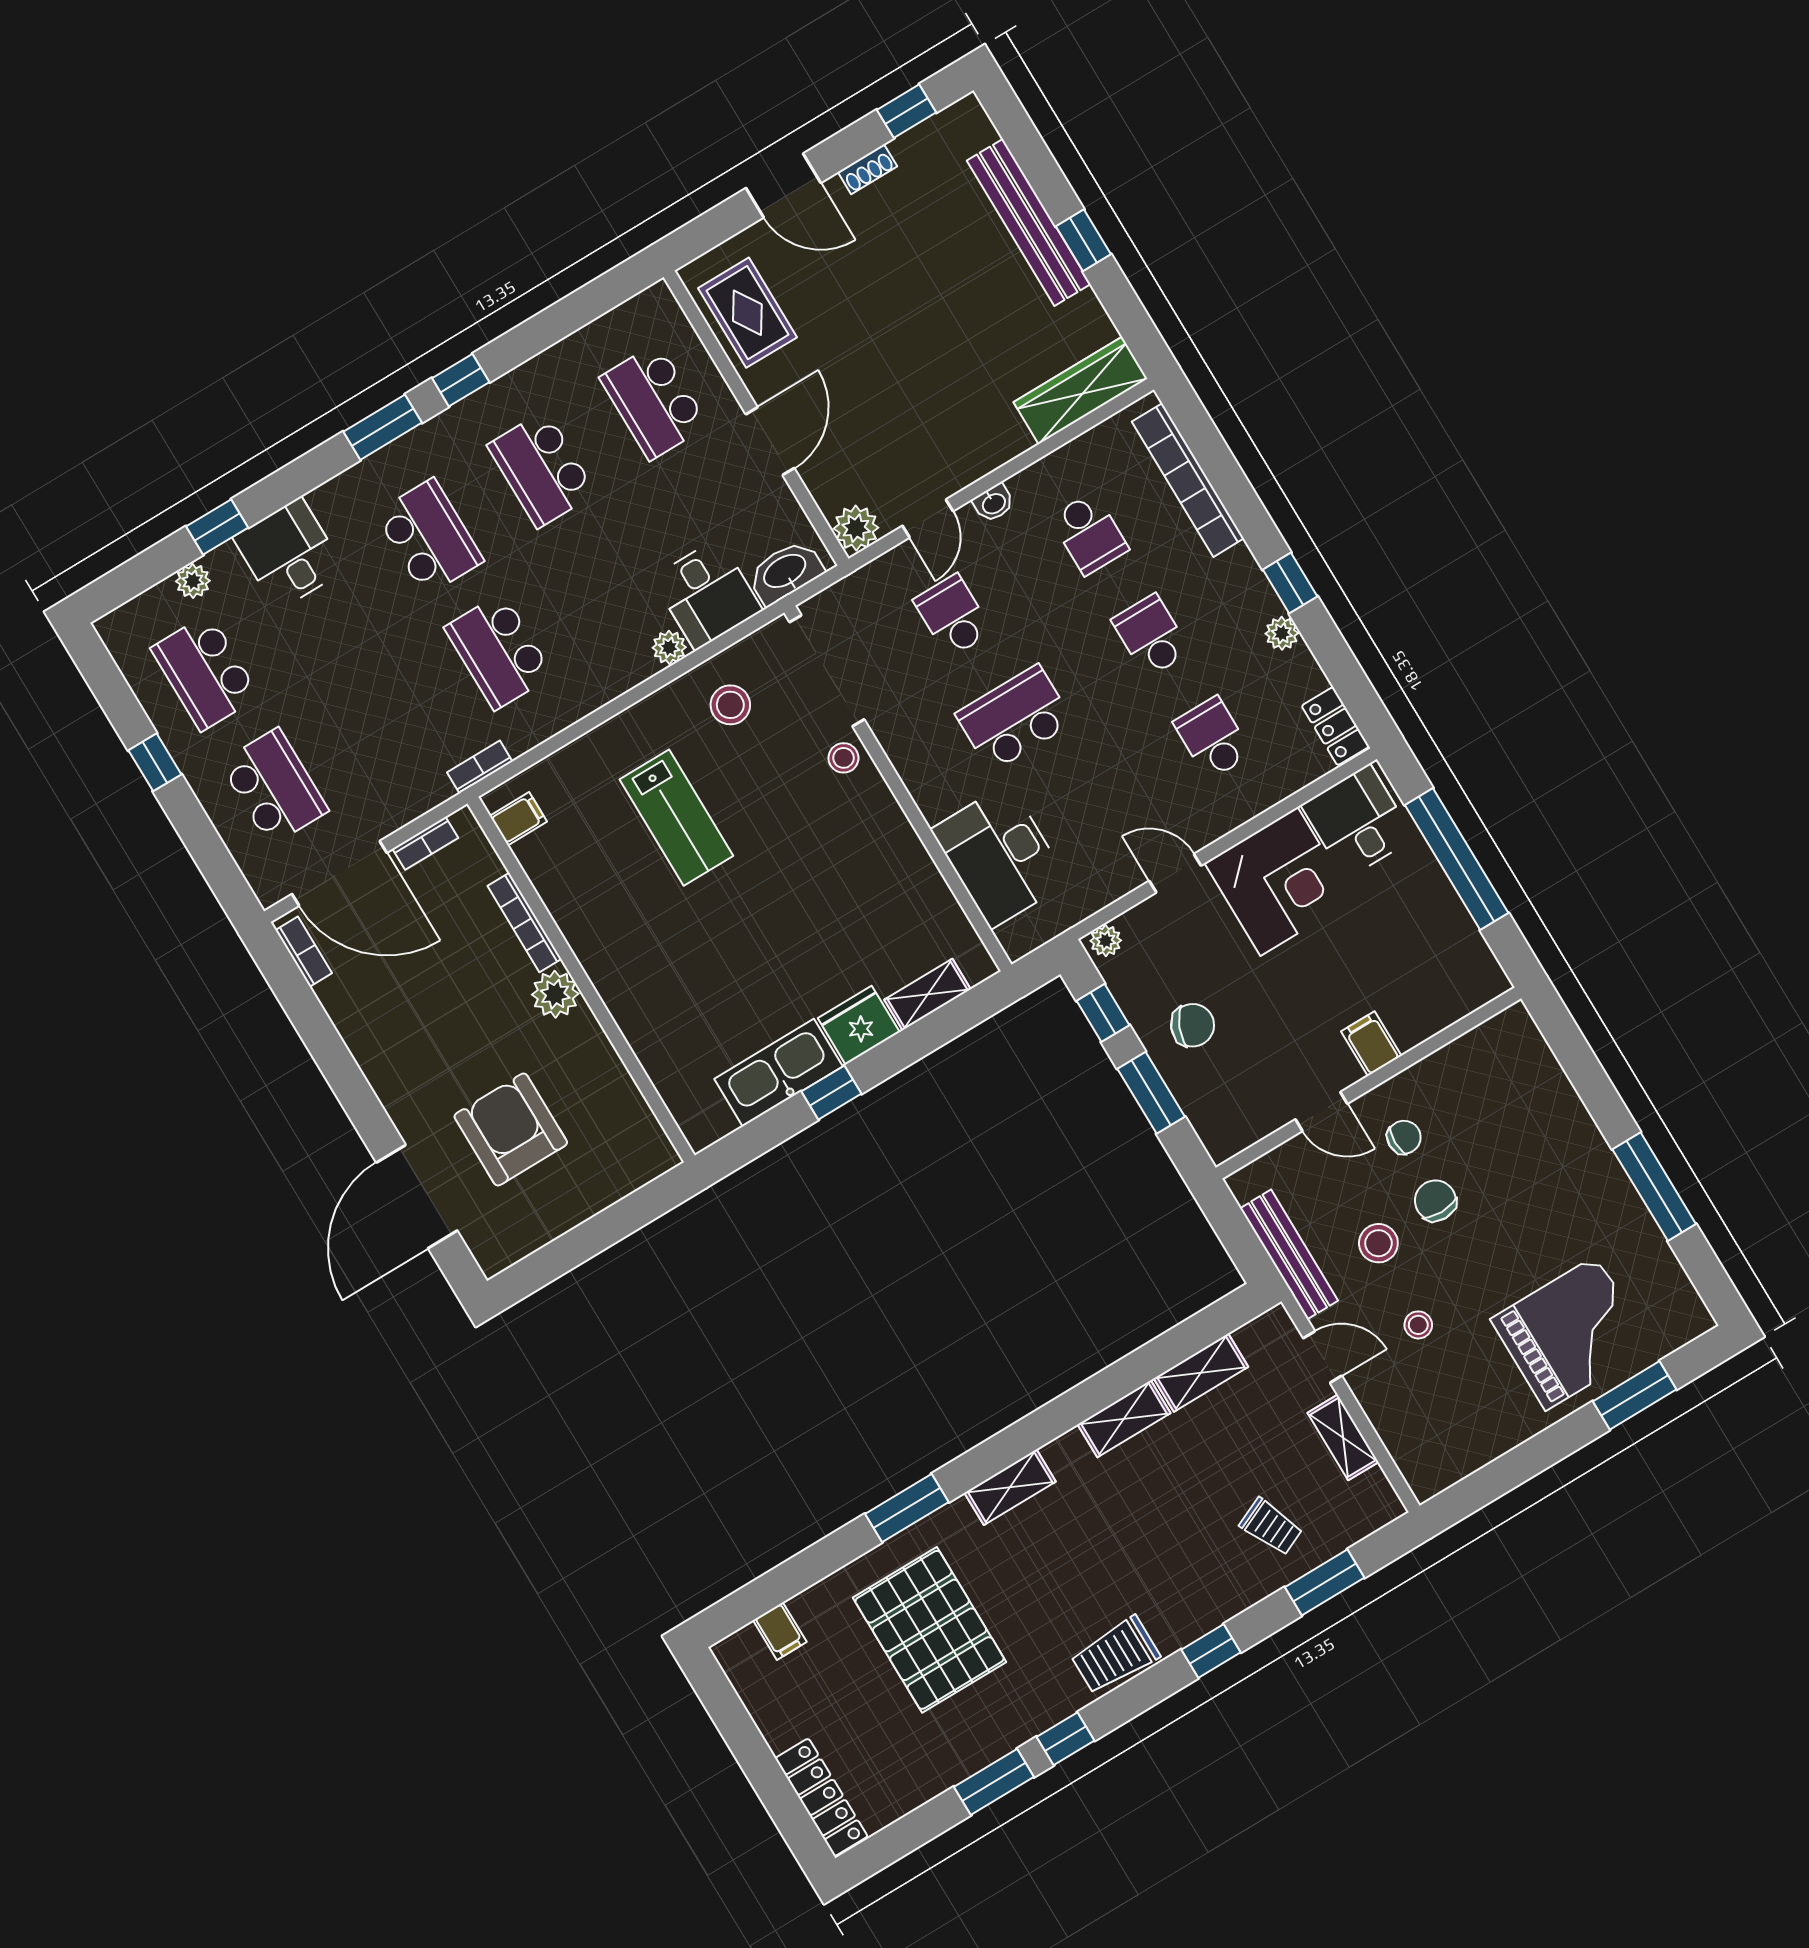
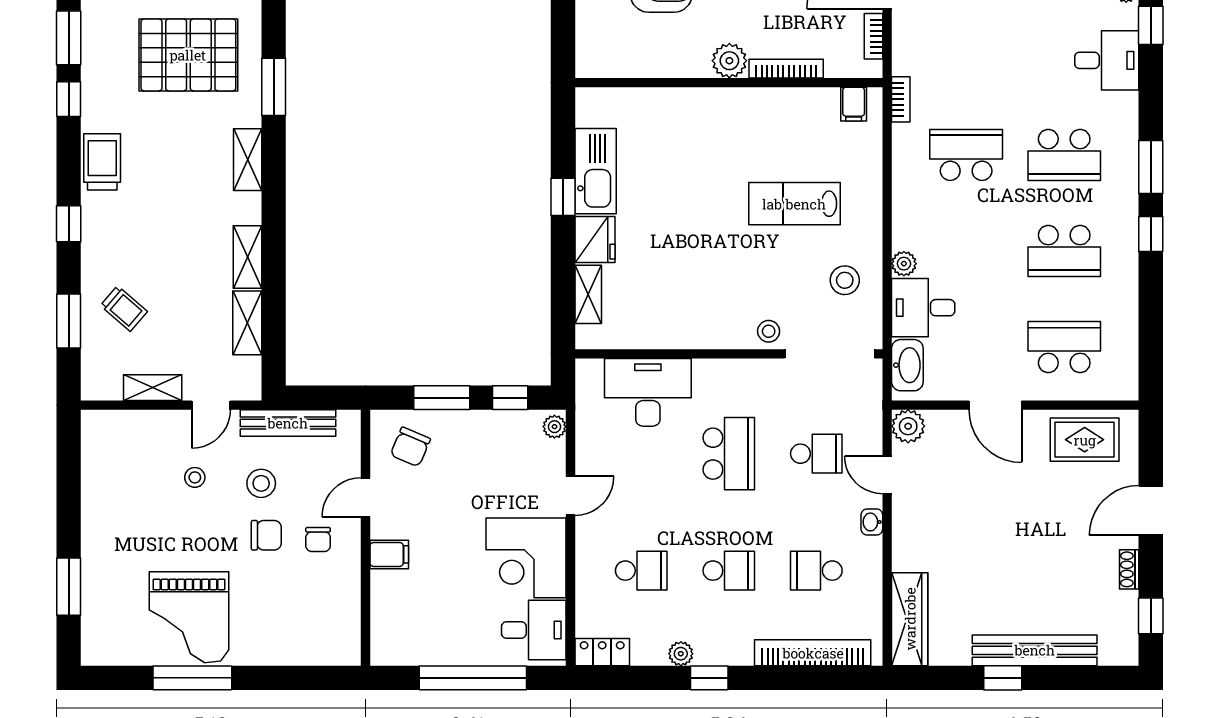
school desk: (542, 469) -> (1064, 251), turned 180
chair: (1193, 1025) -> (410, 447), moved
grand piano: (1571, 1333) -> (189, 617), moved
trolley: (1271, 1527) -> (124, 309), turned -115

